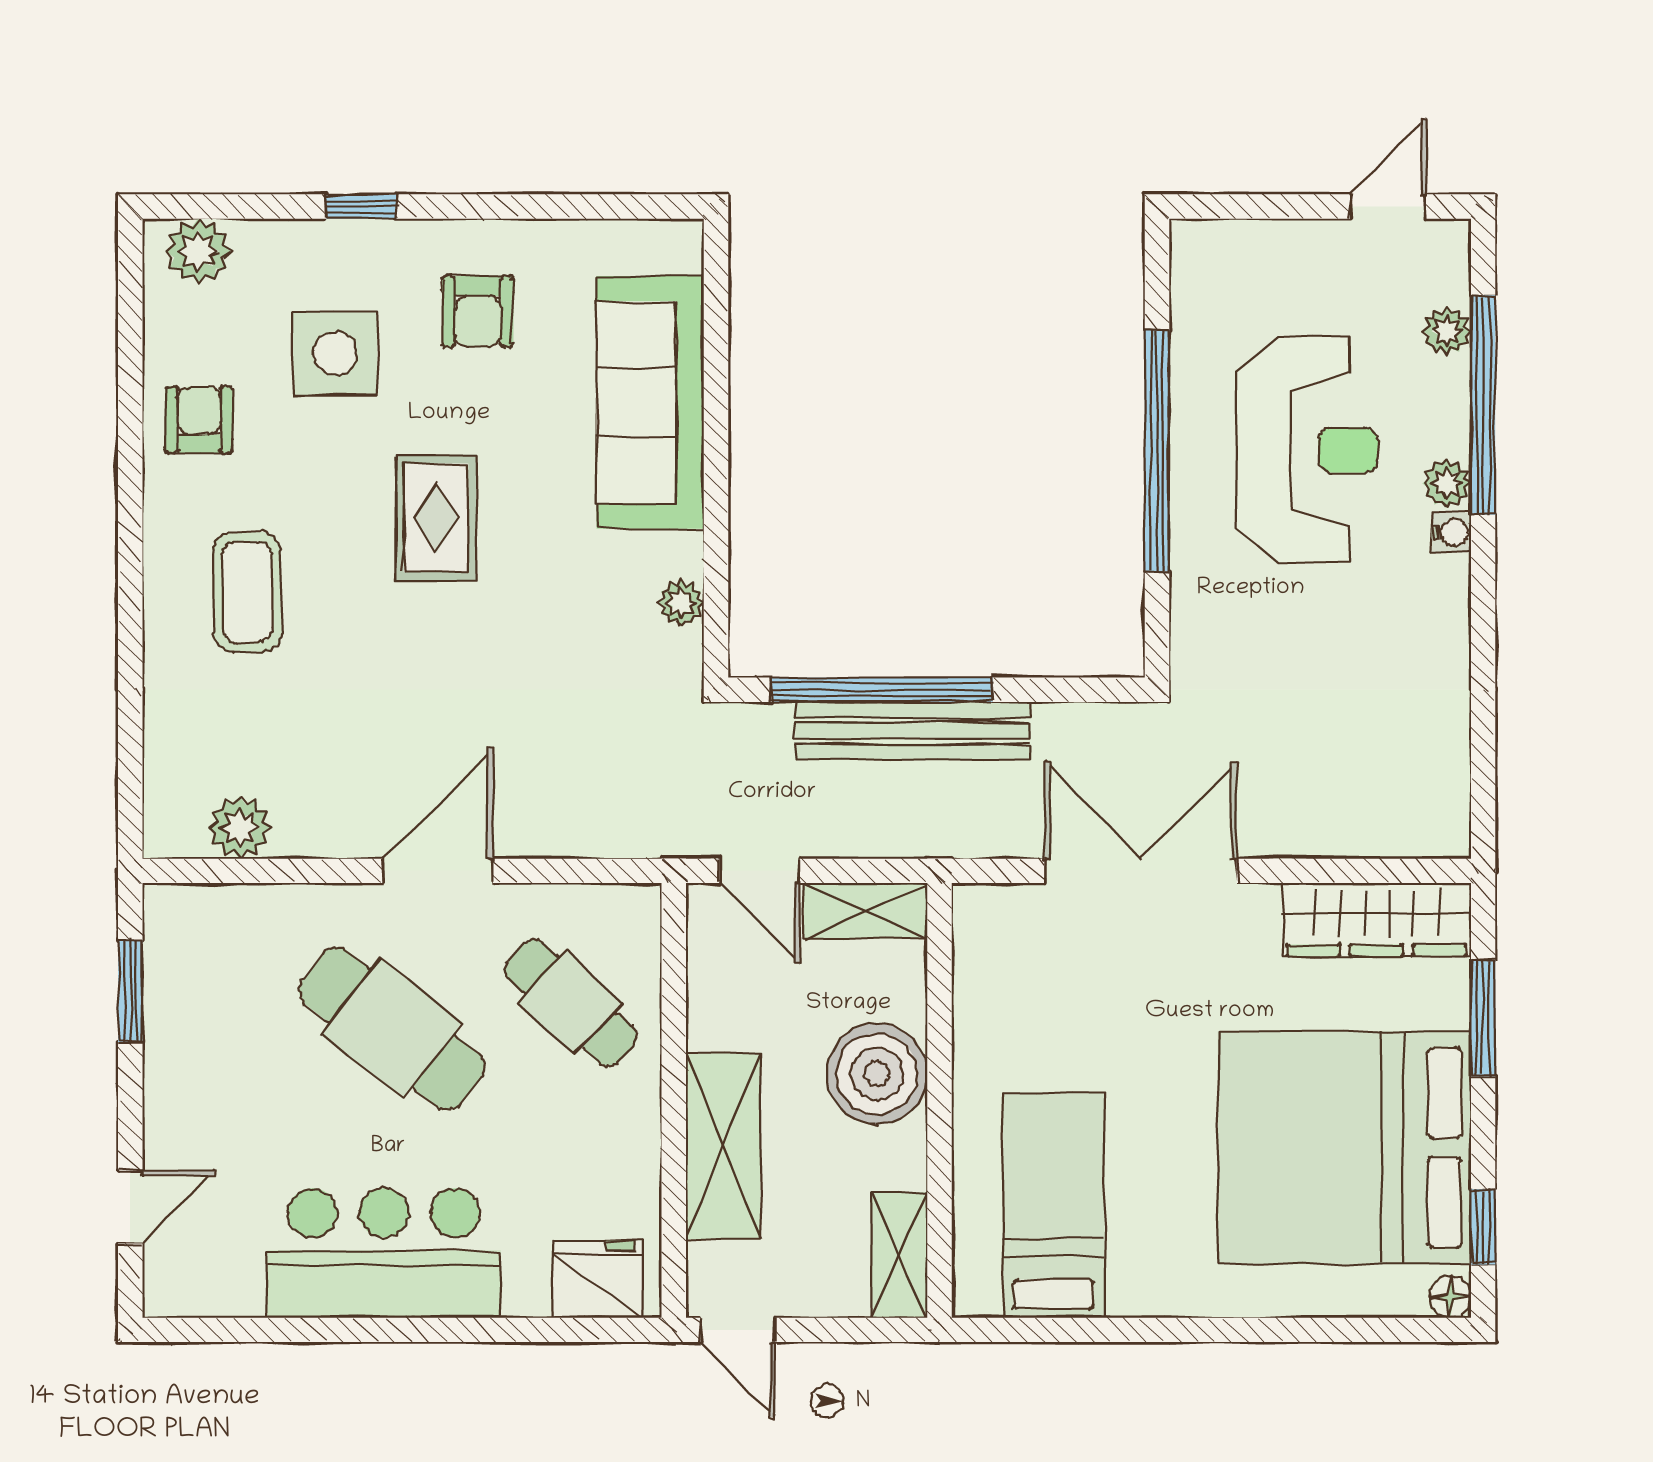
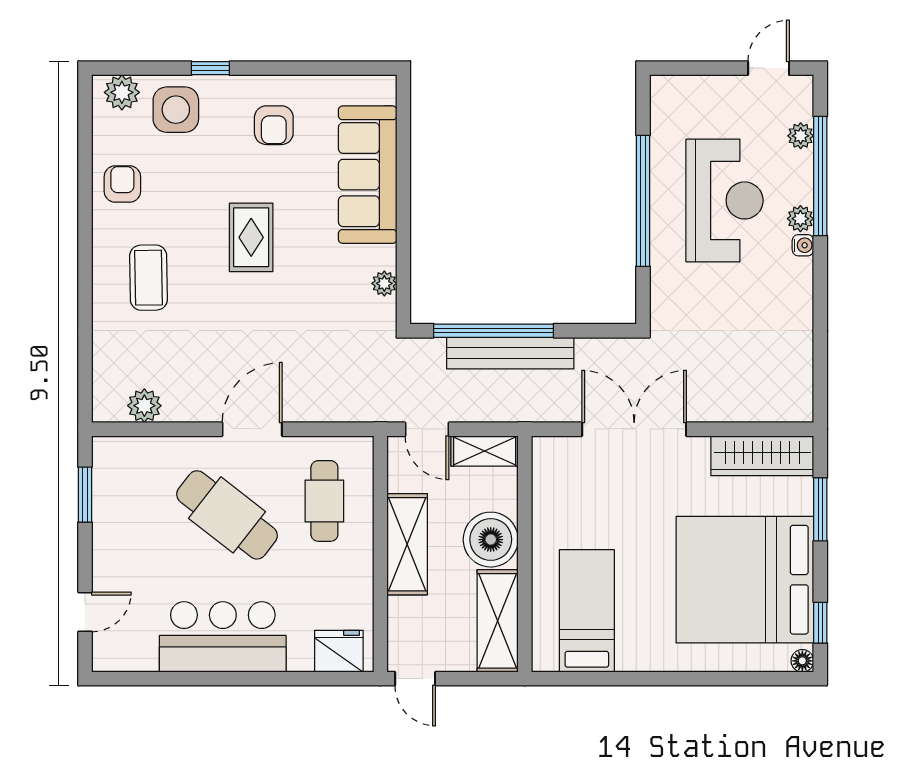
side table: (335, 353) -> (176, 110), moved
cafe table: (571, 1003) -> (324, 501), turned 47
shelving: (723, 1146) -> (407, 544), moved
shelving: (899, 1255) -> (498, 621), width x1.50, depth x1.33

